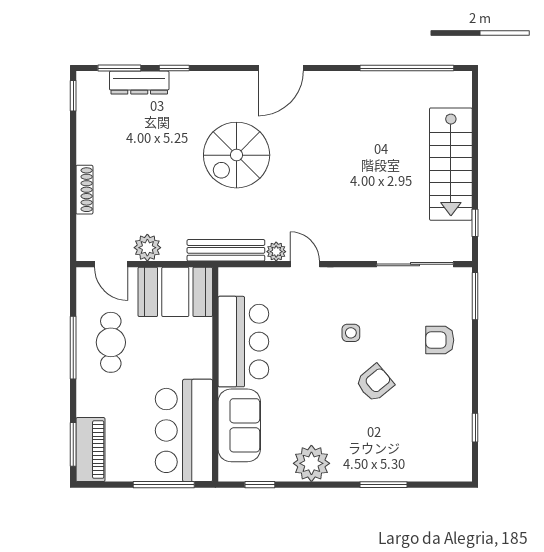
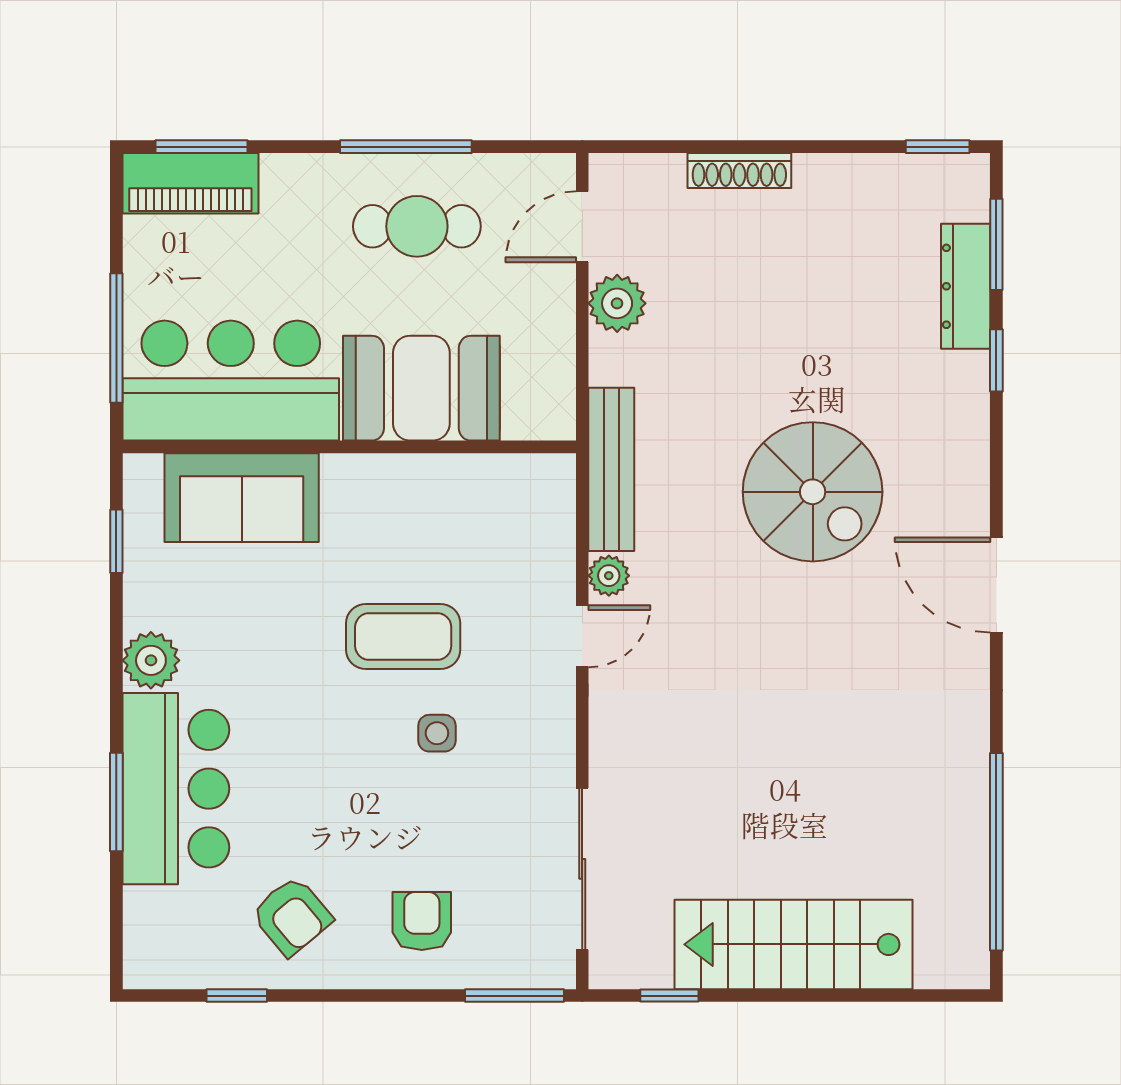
spiral stairs: (237, 155) -> (813, 492), turned 180
booth: (175, 292) -> (421, 388), moved, turned 90
bar counter: (243, 342) -> (176, 789), moved, turned -90
coffee table: (305, 349) -> (403, 636), added
armchair: (375, 383) -> (292, 916), moved
plant: (311, 463) -> (151, 660), width x0.73, depth x0.73

